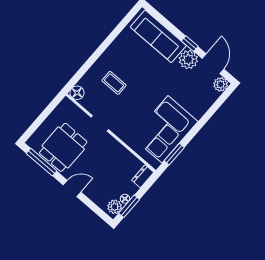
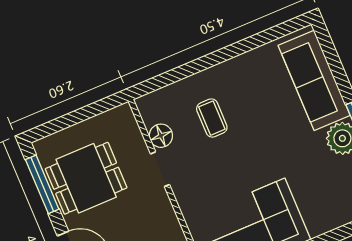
floor lamp: (77, 93) -> (161, 136), moved

